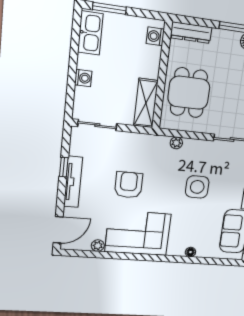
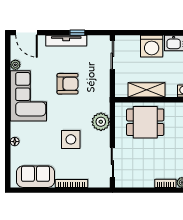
washing machine: (83, 78) -> (152, 46), width x1.89, depth x1.89
shelving: (146, 103) -> (146, 90), moved
plant: (176, 143) -> (101, 122), width x1.87, depth x1.87

